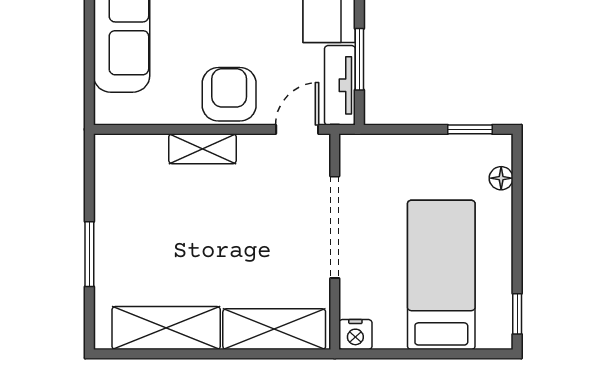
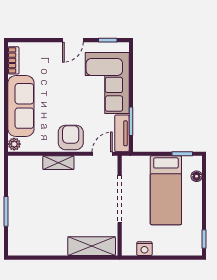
plant: (107, 109) -> (14, 144), added
bed: (441, 275) -> (166, 190), moved, turned 180
shelving: (166, 328) -> (42, 246), removed
nightstand: (355, 335) -> (144, 249), moved

